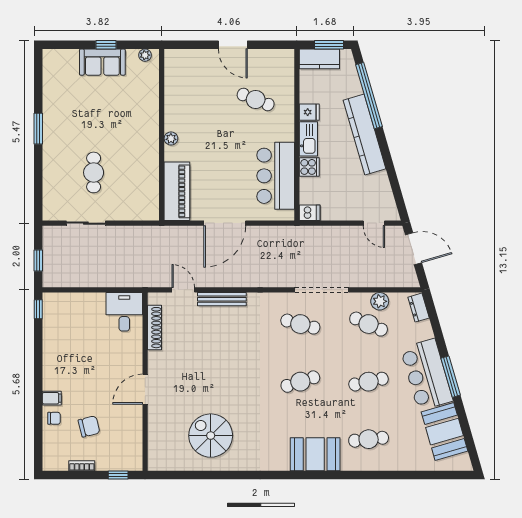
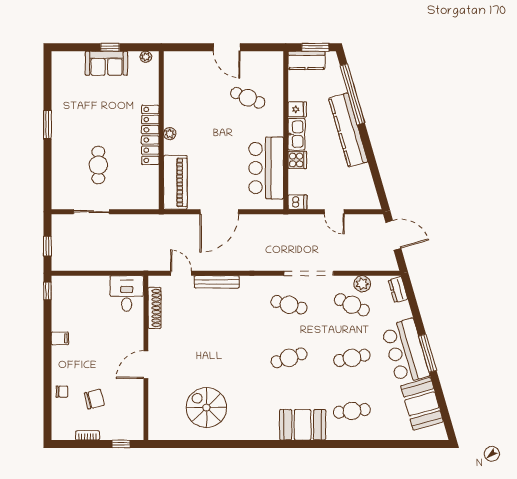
locker: (150, 140) -> (150, 135), added
door: (374, 223) -> (334, 212), moved
filing cabinet: (52, 398) -> (60, 338), moved

